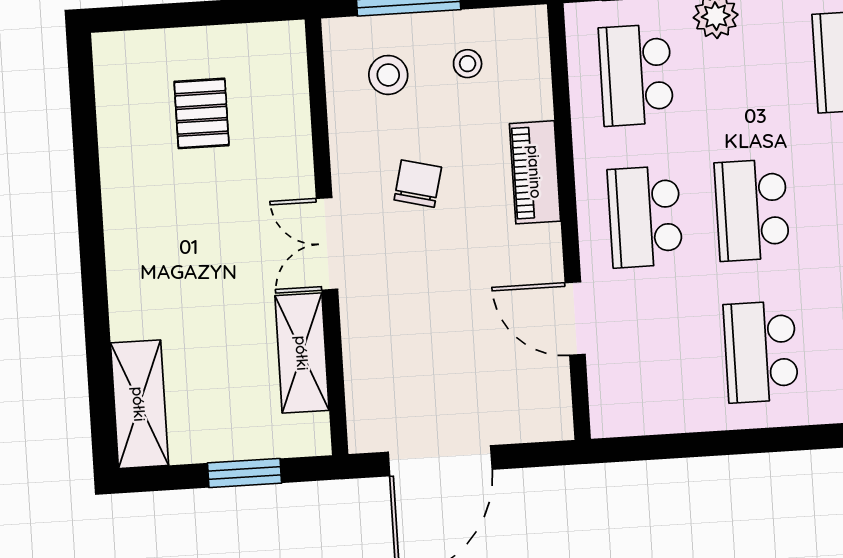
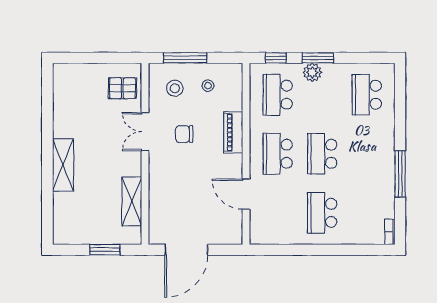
pallet: (202, 113) -> (122, 88), moved, turned 90
chair: (418, 184) -> (184, 134), turned -104
double door: (327, 244) -> (145, 132), moved
shelving: (139, 404) -> (63, 165), moved

